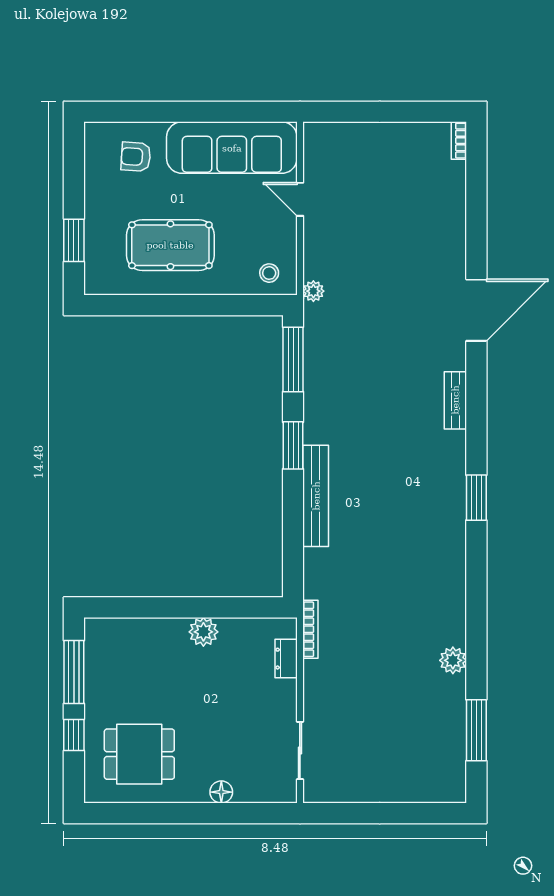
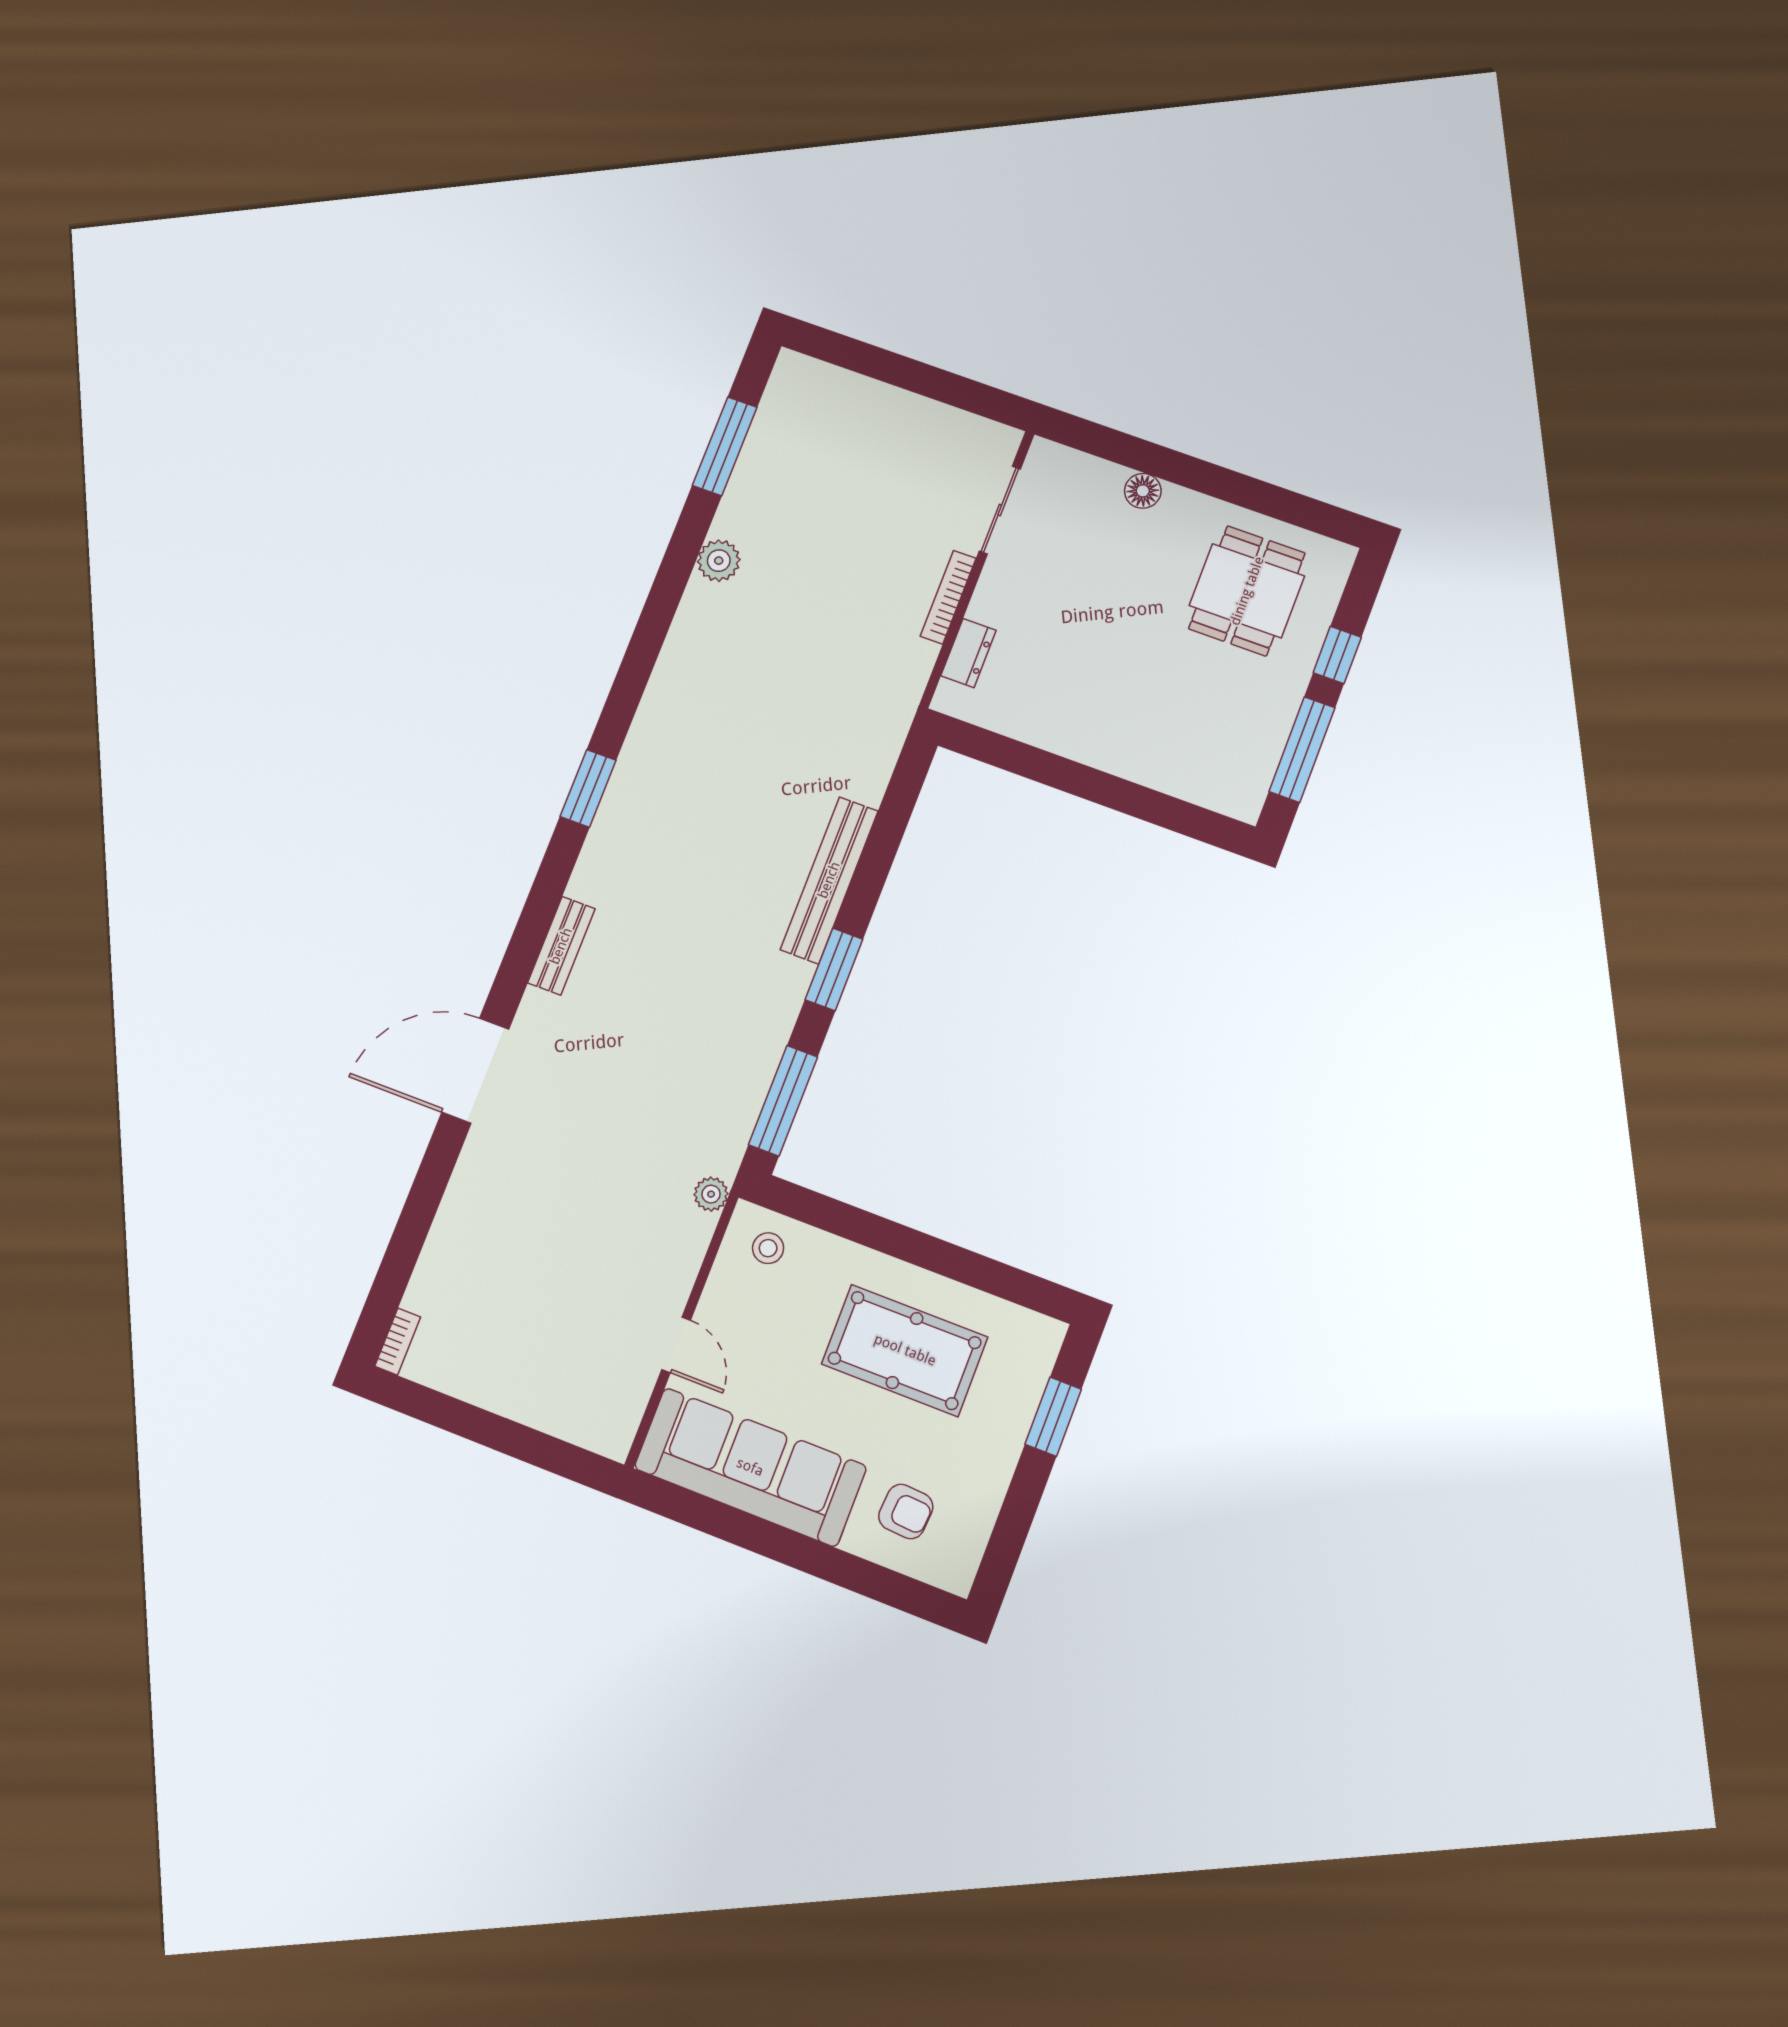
bookcase: (310, 629) -> (948, 597), moved
plant: (203, 632) -> (1079, 738), removed
dining table: (139, 754) -> (1247, 591), turned 90

